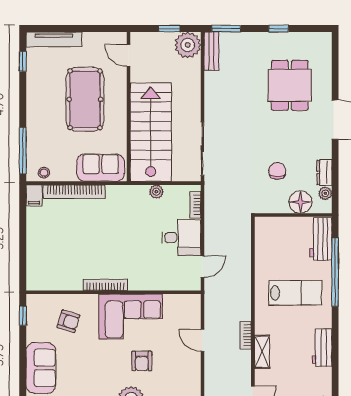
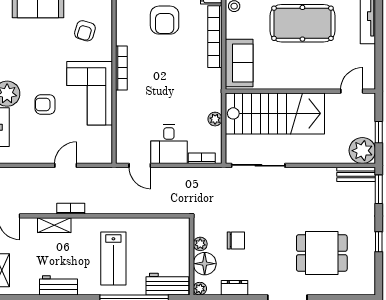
pool table: (85, 99) -> (302, 23), moved
plant: (325, 193) -> (200, 289), moved
plant: (281, 206) -> (200, 244), added
armchair: (58, 242) -> (165, 20), added

